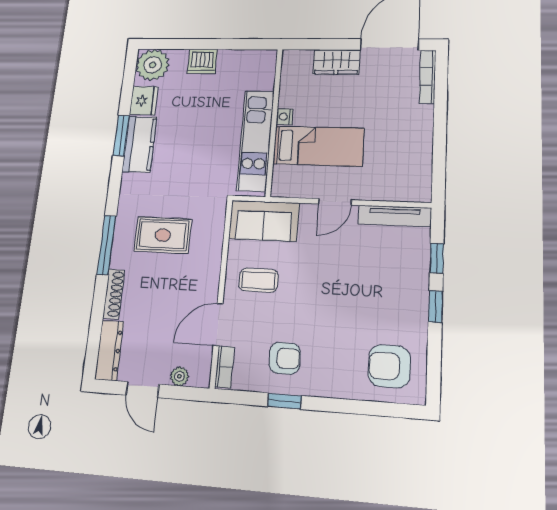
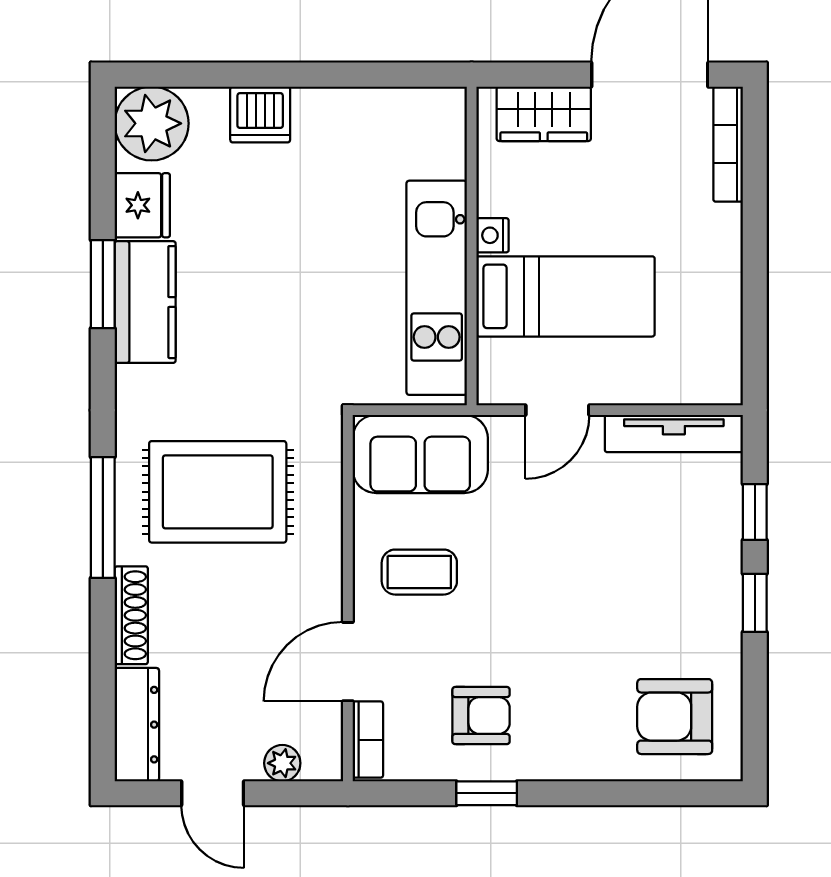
nightstand: (284, 117) -> (493, 235), moved
wall: (274, 121) -> (472, 246), moved
kitchen unit: (255, 140) -> (437, 288), moved
bed: (318, 146) -> (566, 296), moved
rug: (163, 235) -> (218, 492), width x1.36, depth x1.43

